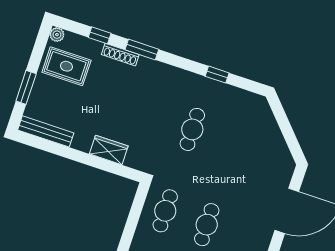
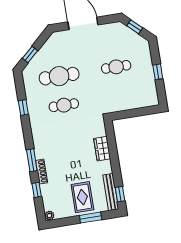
rug: (66, 66) -> (82, 197), moved
window: (282, 120) -> (30, 55), added
window: (37, 142) -> (120, 194), added
cafe table: (165, 211) -> (59, 76), moved, width x1.37, depth x1.35

